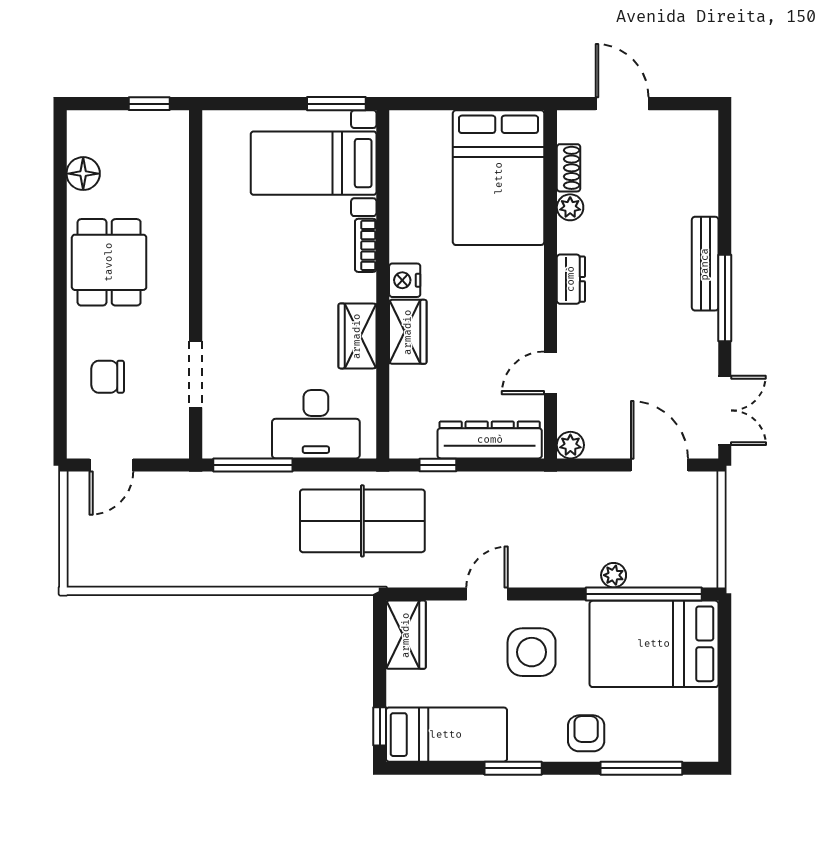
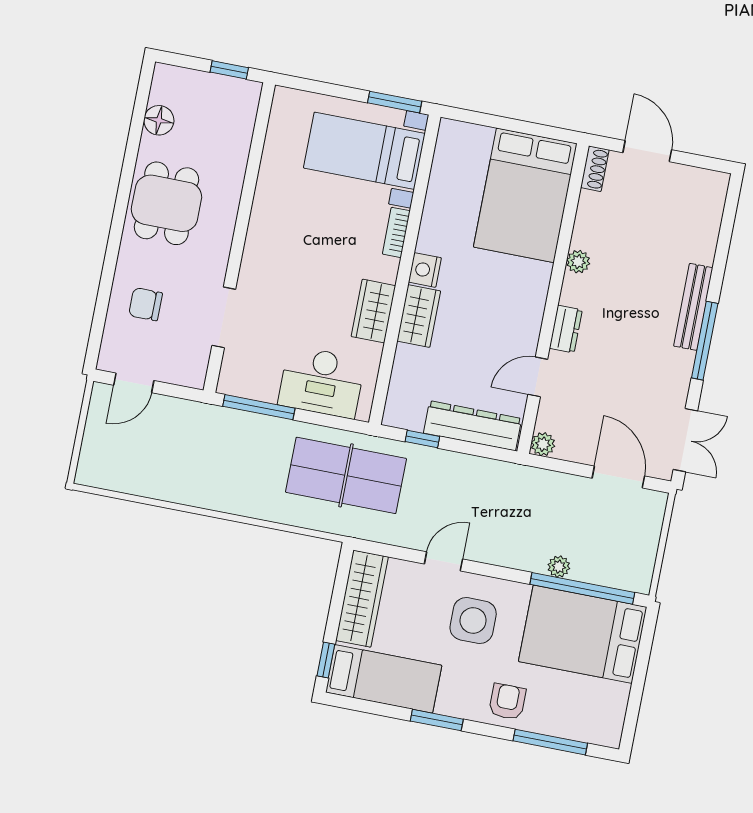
shoe rack: (569, 168) -> (595, 169), moved
plant: (570, 207) -> (578, 262), moved
dresser: (571, 279) -> (566, 329), moved
wardrobe: (406, 635) -> (362, 599), width x1.50

